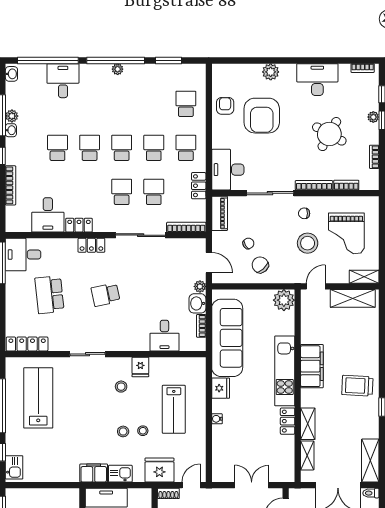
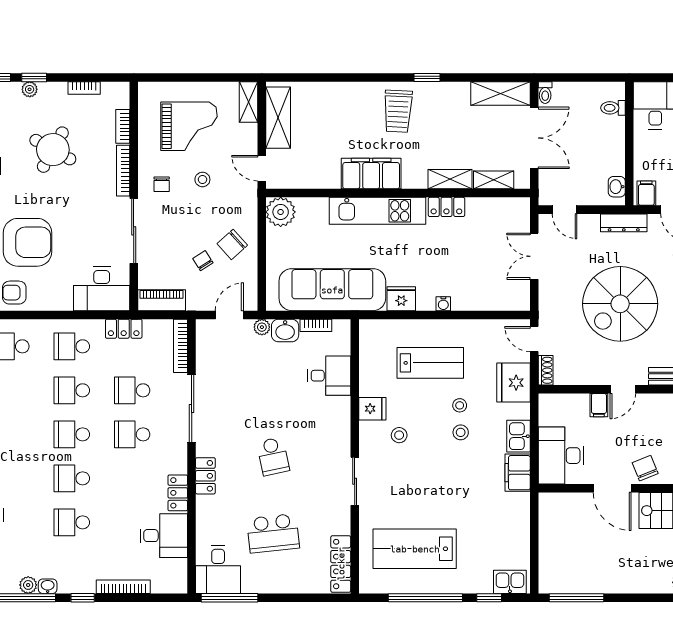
stool: (308, 243) -> (202, 179), width x0.53, depth x0.53

